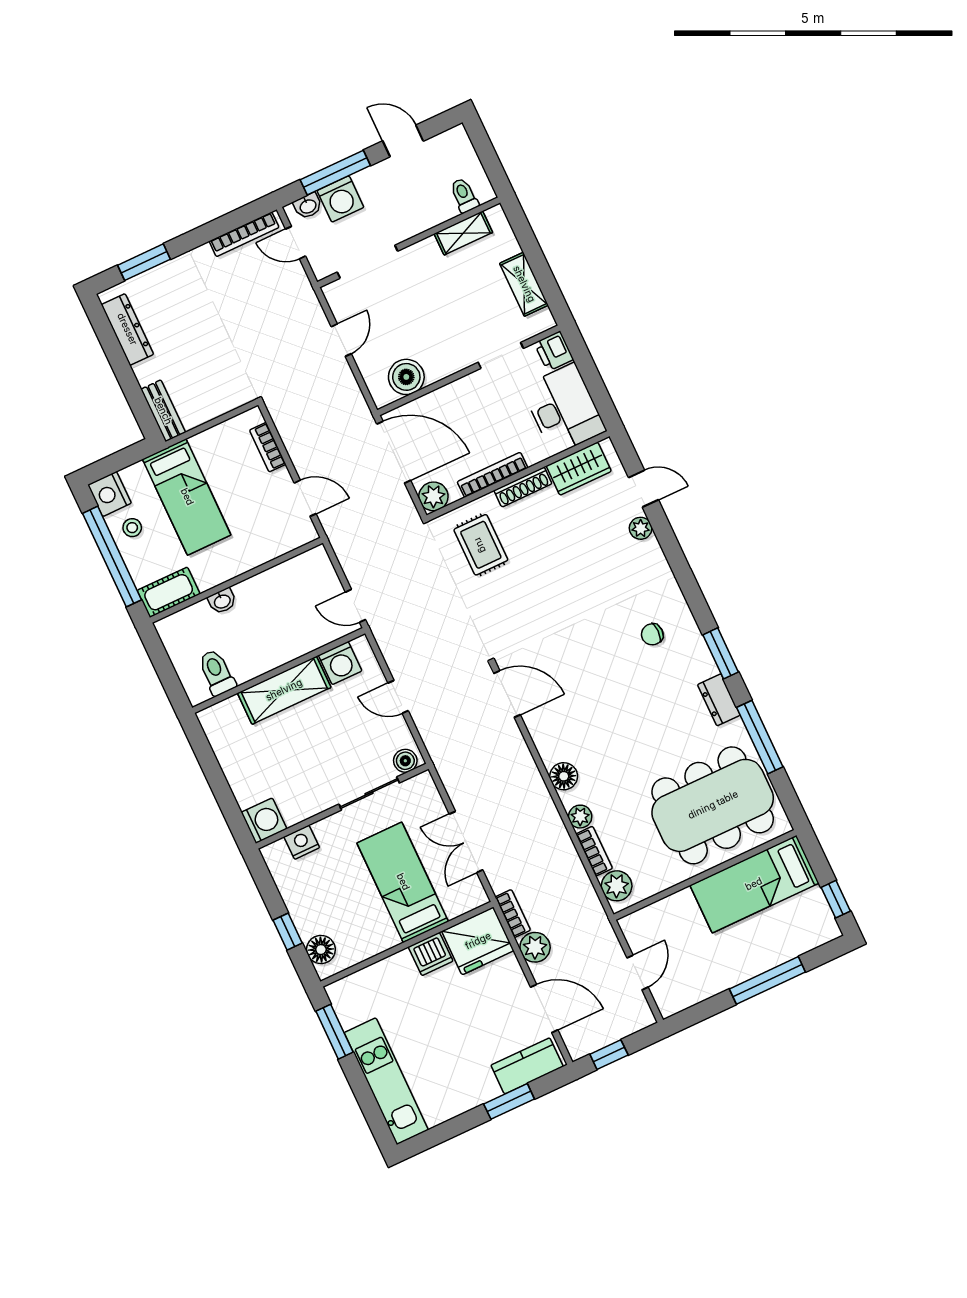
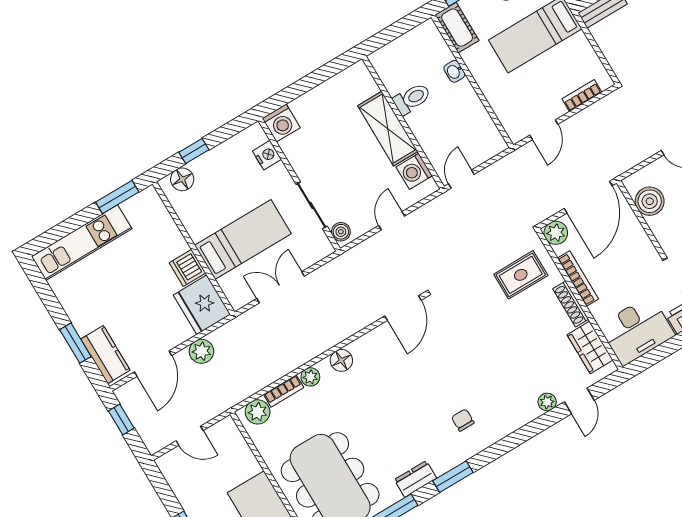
toilet: (217, 673) -> (412, 99), moved
bookcase: (513, 914) -> (227, 331), removed

